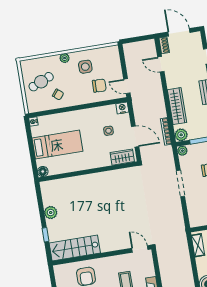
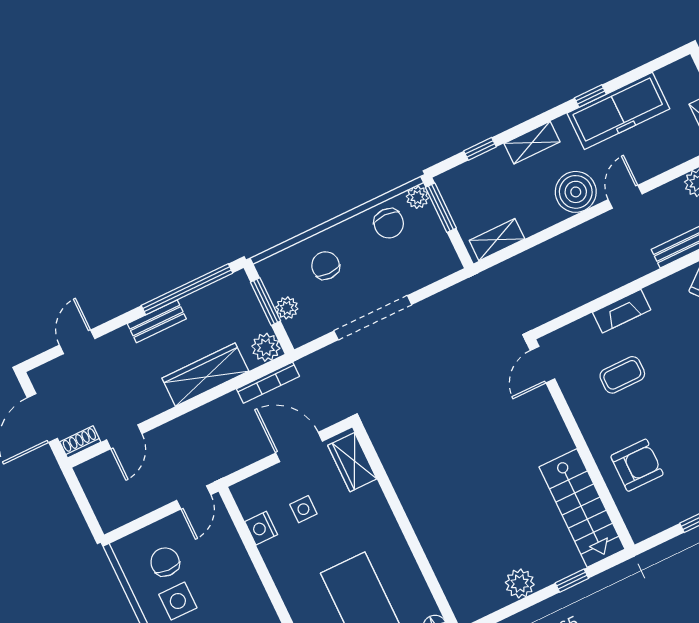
chair: (99, 86) -> (165, 562), moved
nightstand: (122, 108) -> (261, 528), moved
door: (135, 137) -> (299, 447), hinge flipped
plant: (182, 151) -> (287, 308), moved
doorway: (180, 183) -> (373, 318), width x1.36

